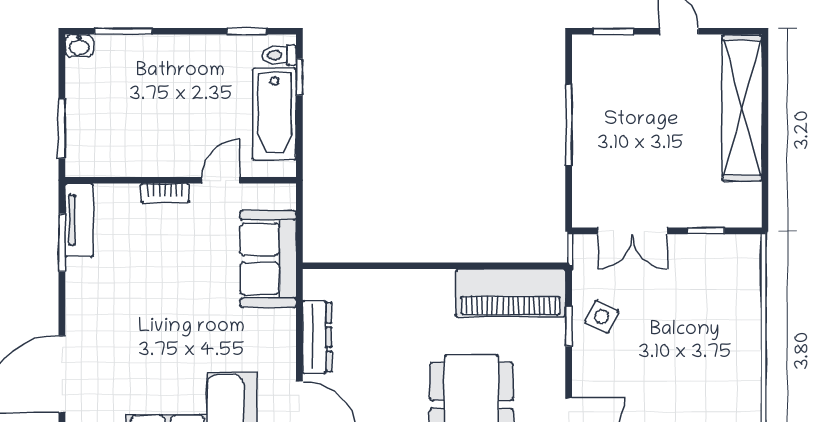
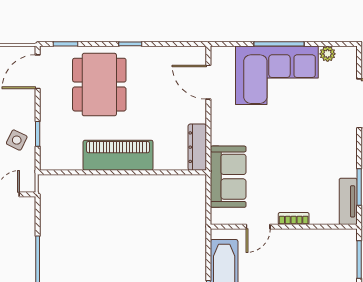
piano: (511, 293) -> (118, 155), moved
dresser: (317, 337) -> (197, 147), moved

